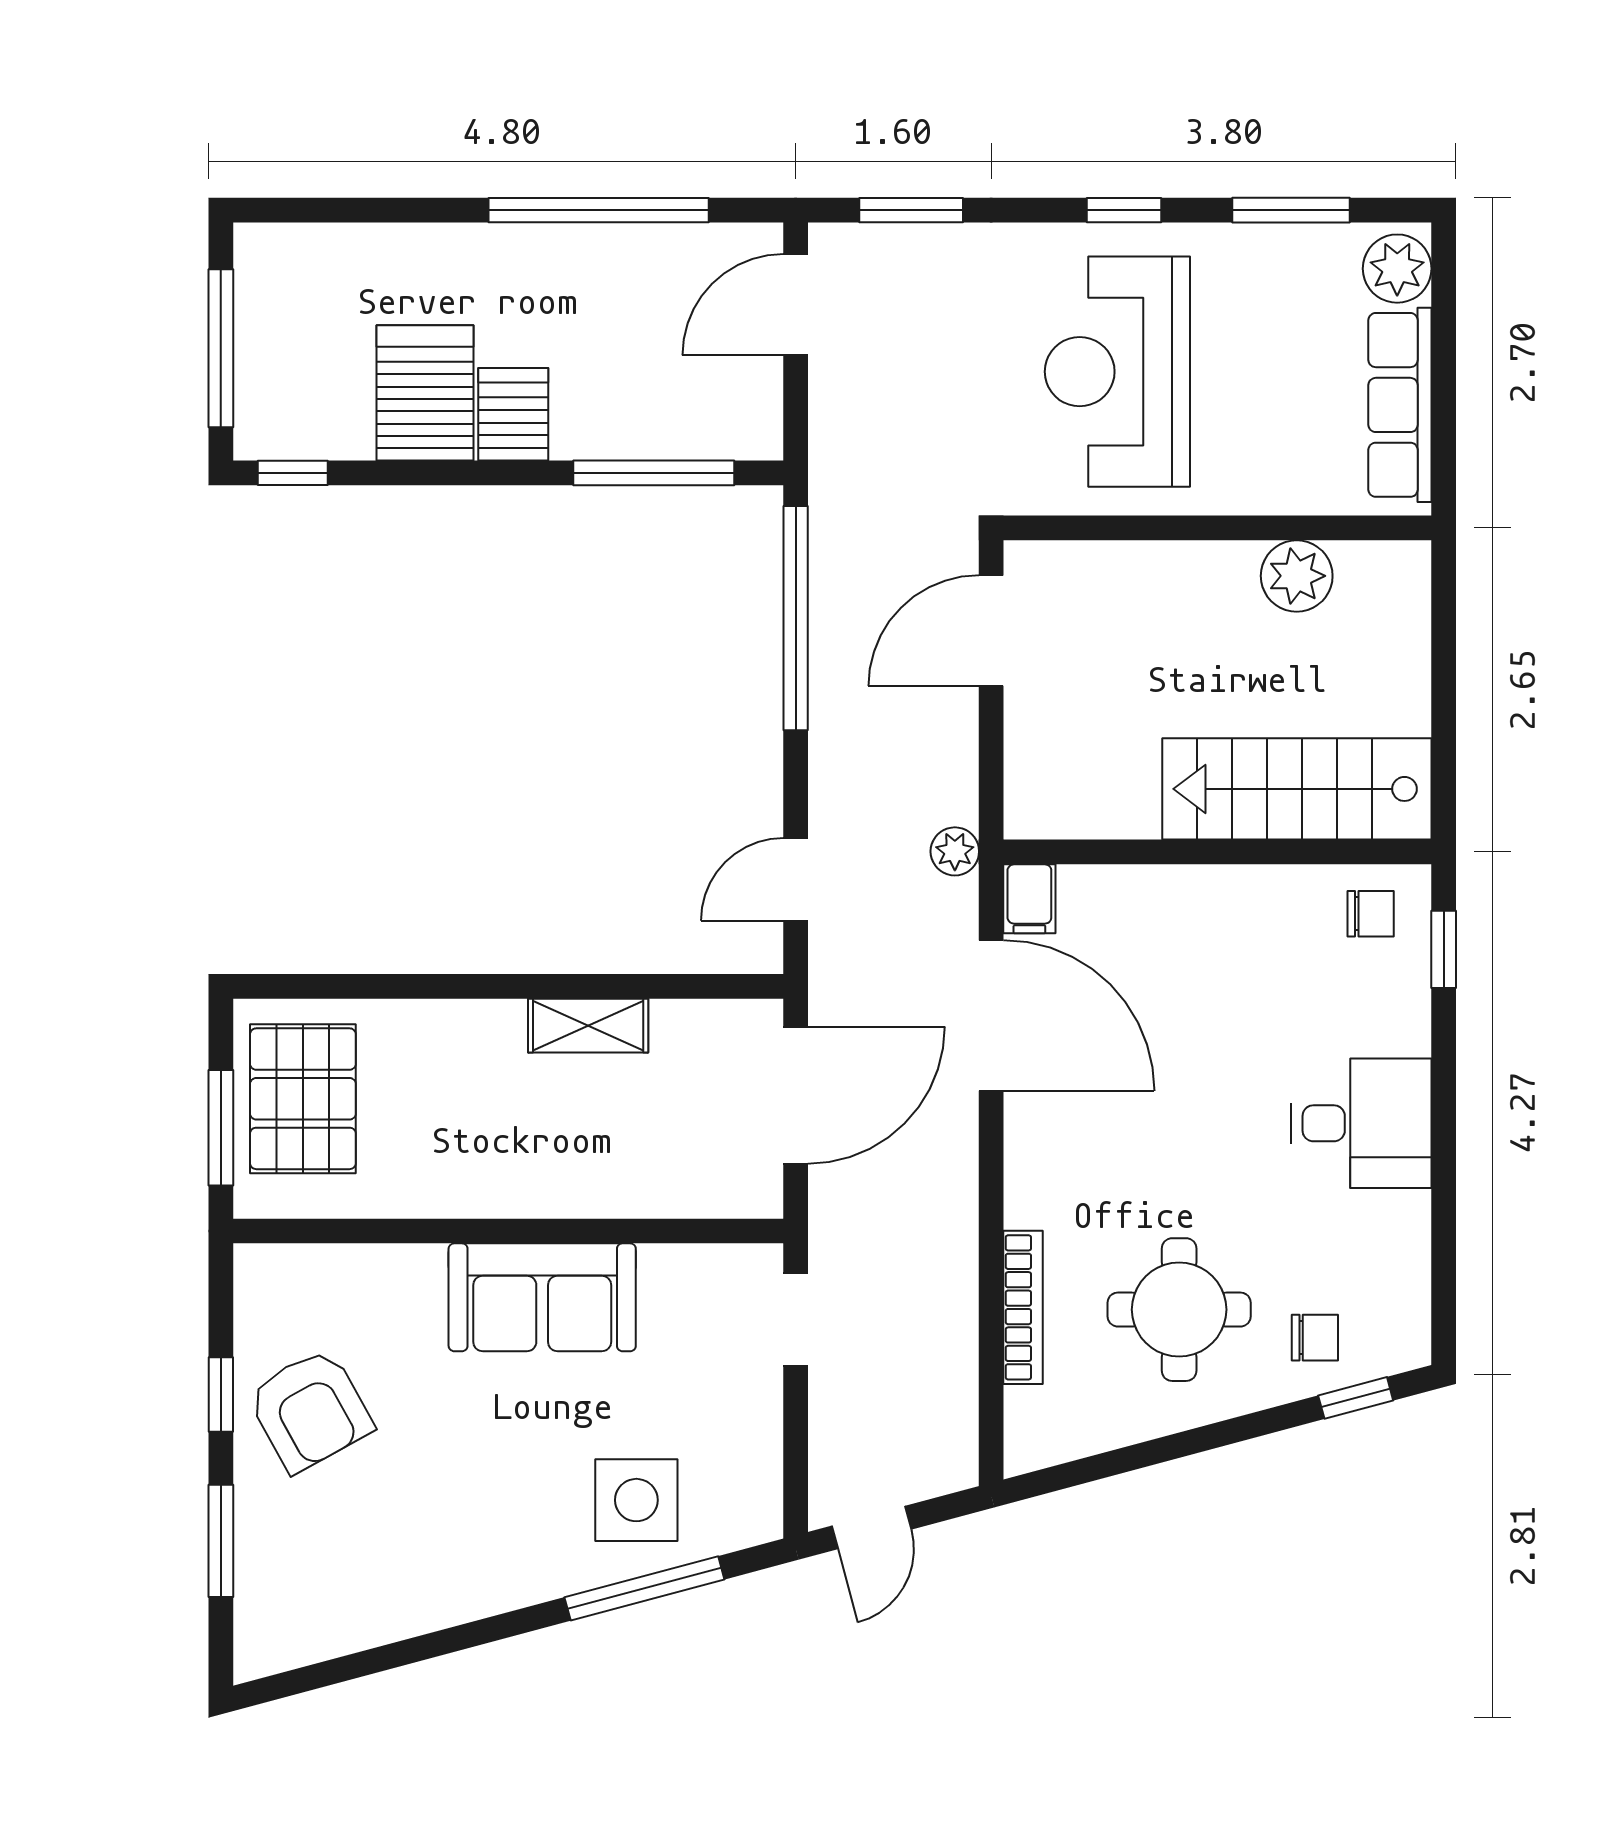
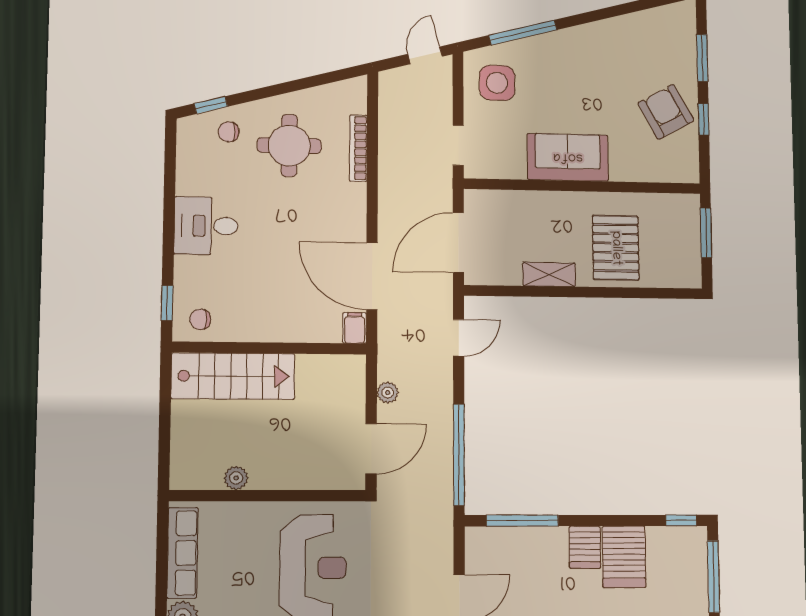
plant: (1297, 576) -> (236, 478), width x0.73, depth x0.73
plant: (955, 851) -> (388, 392), moved
pallet: (303, 1099) -> (616, 248), moved
side table: (636, 1500) -> (497, 83), moved

